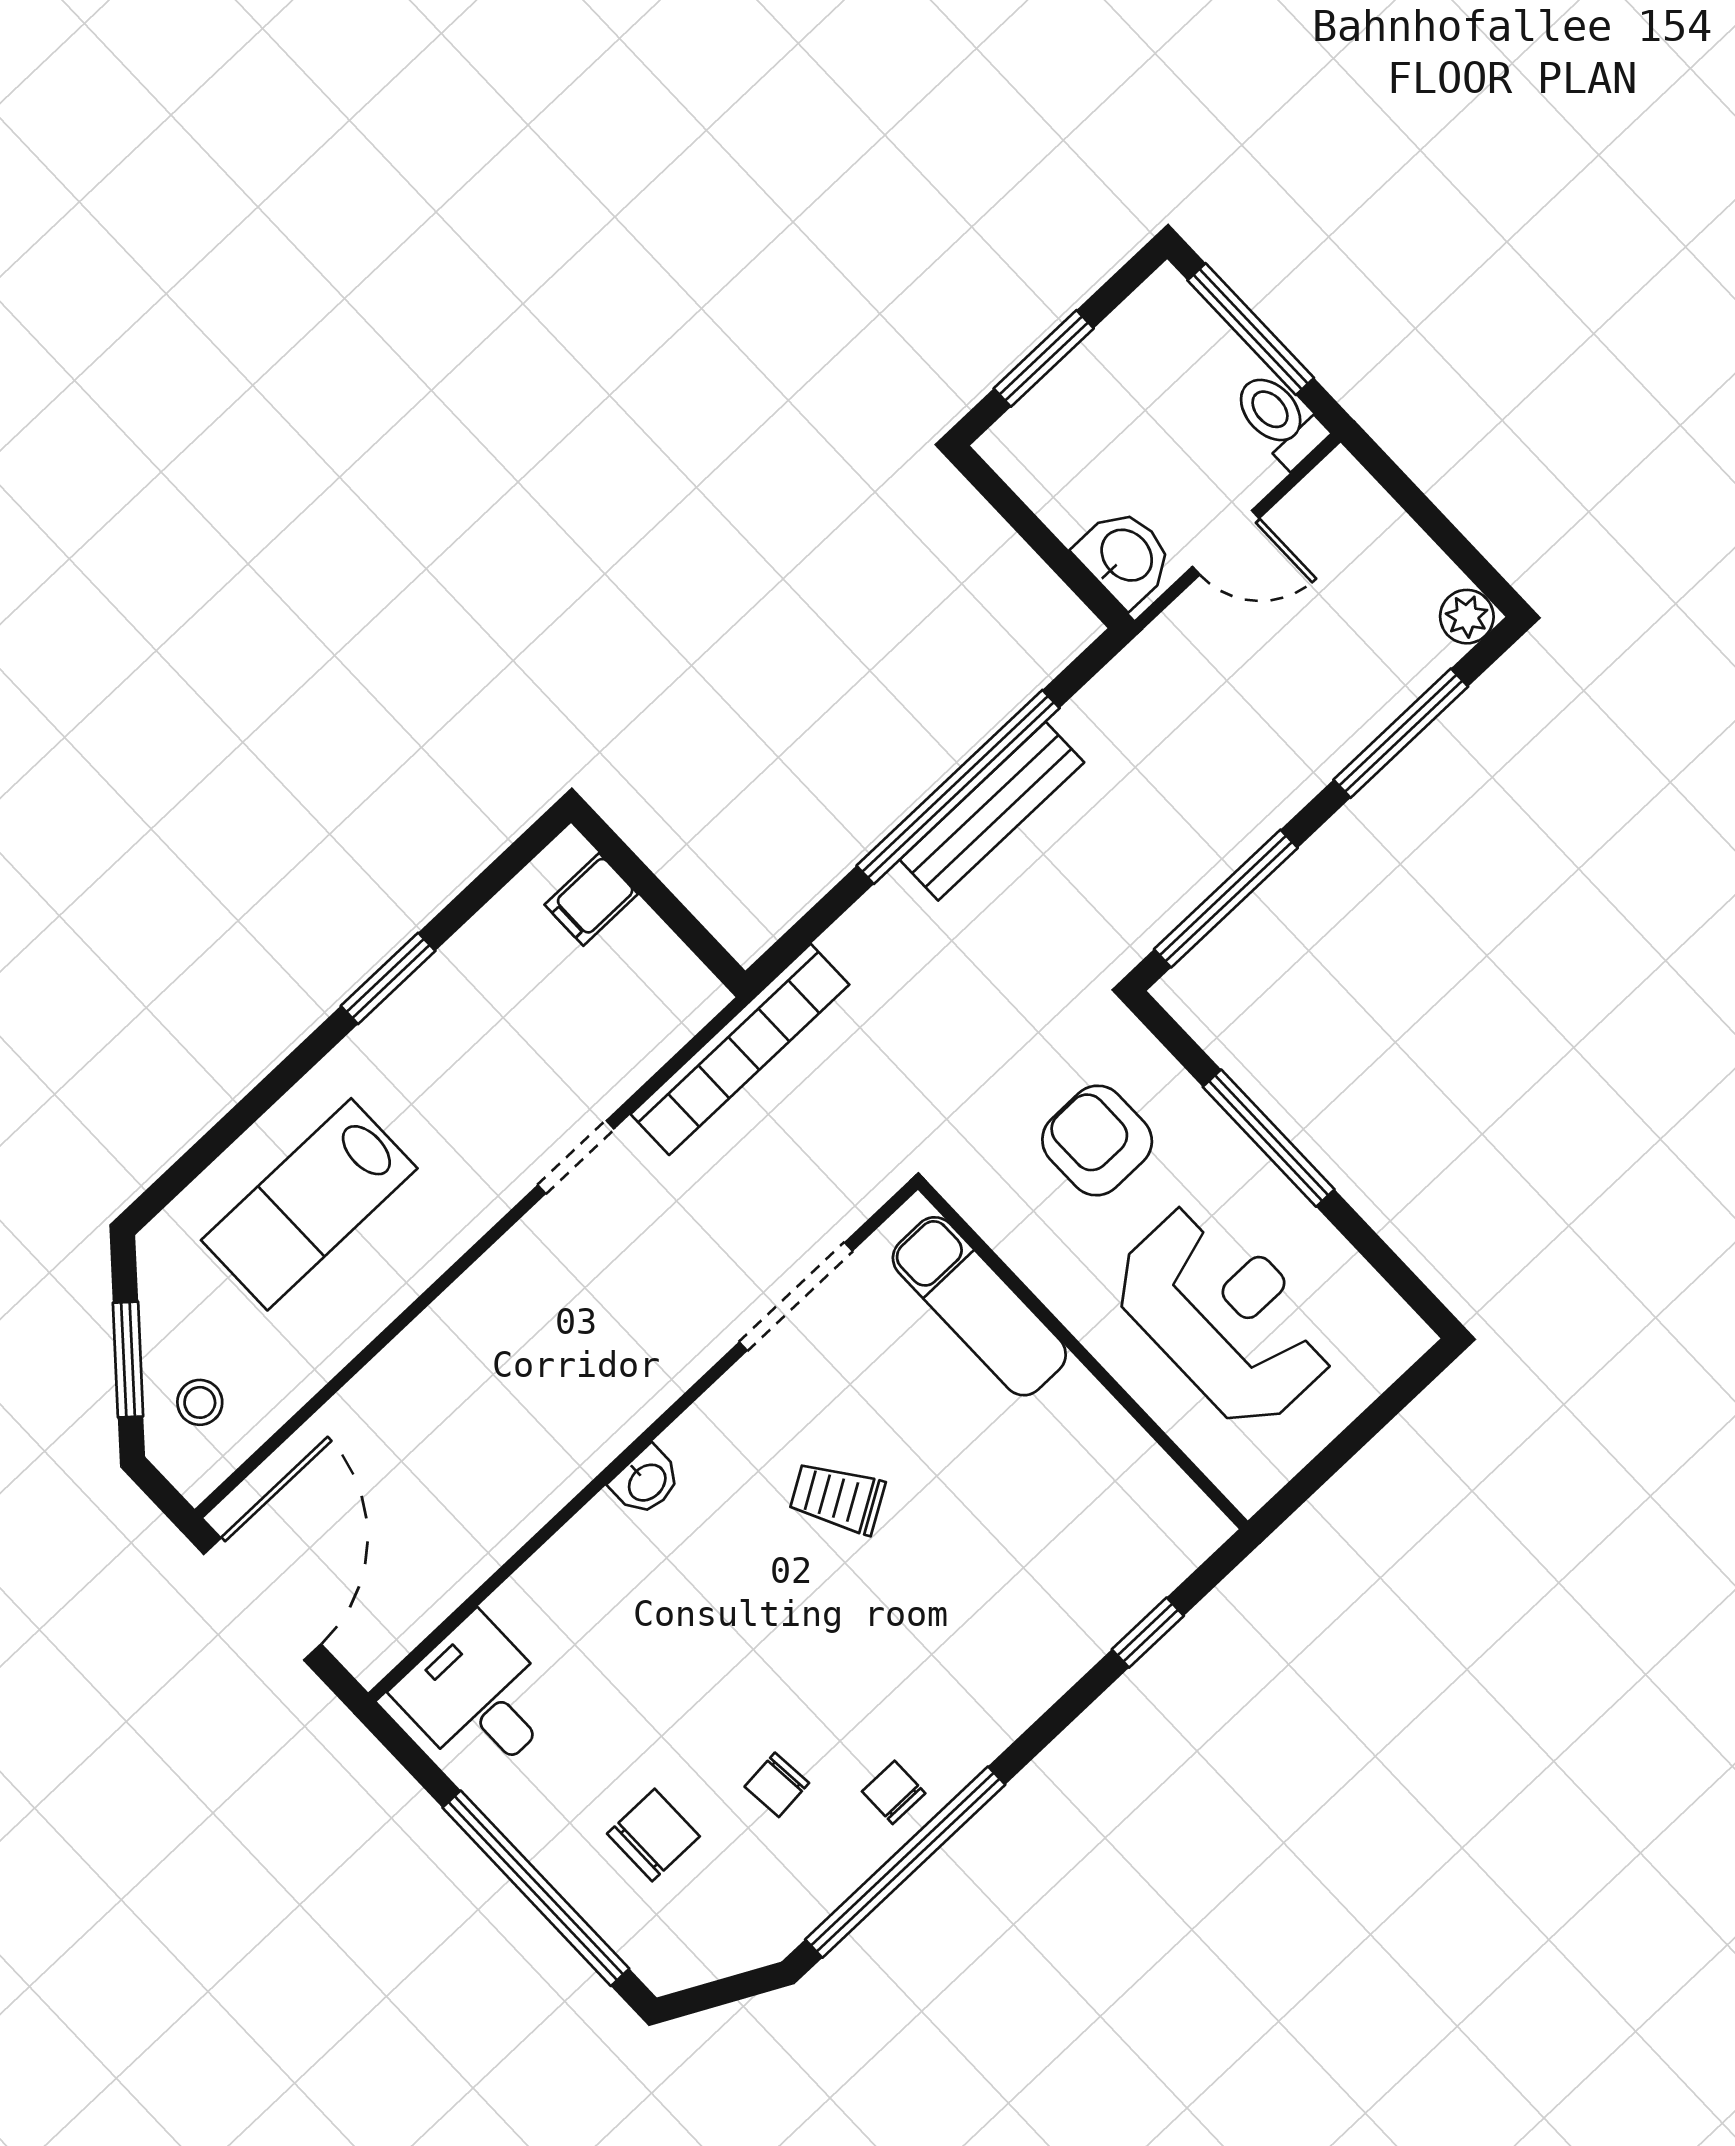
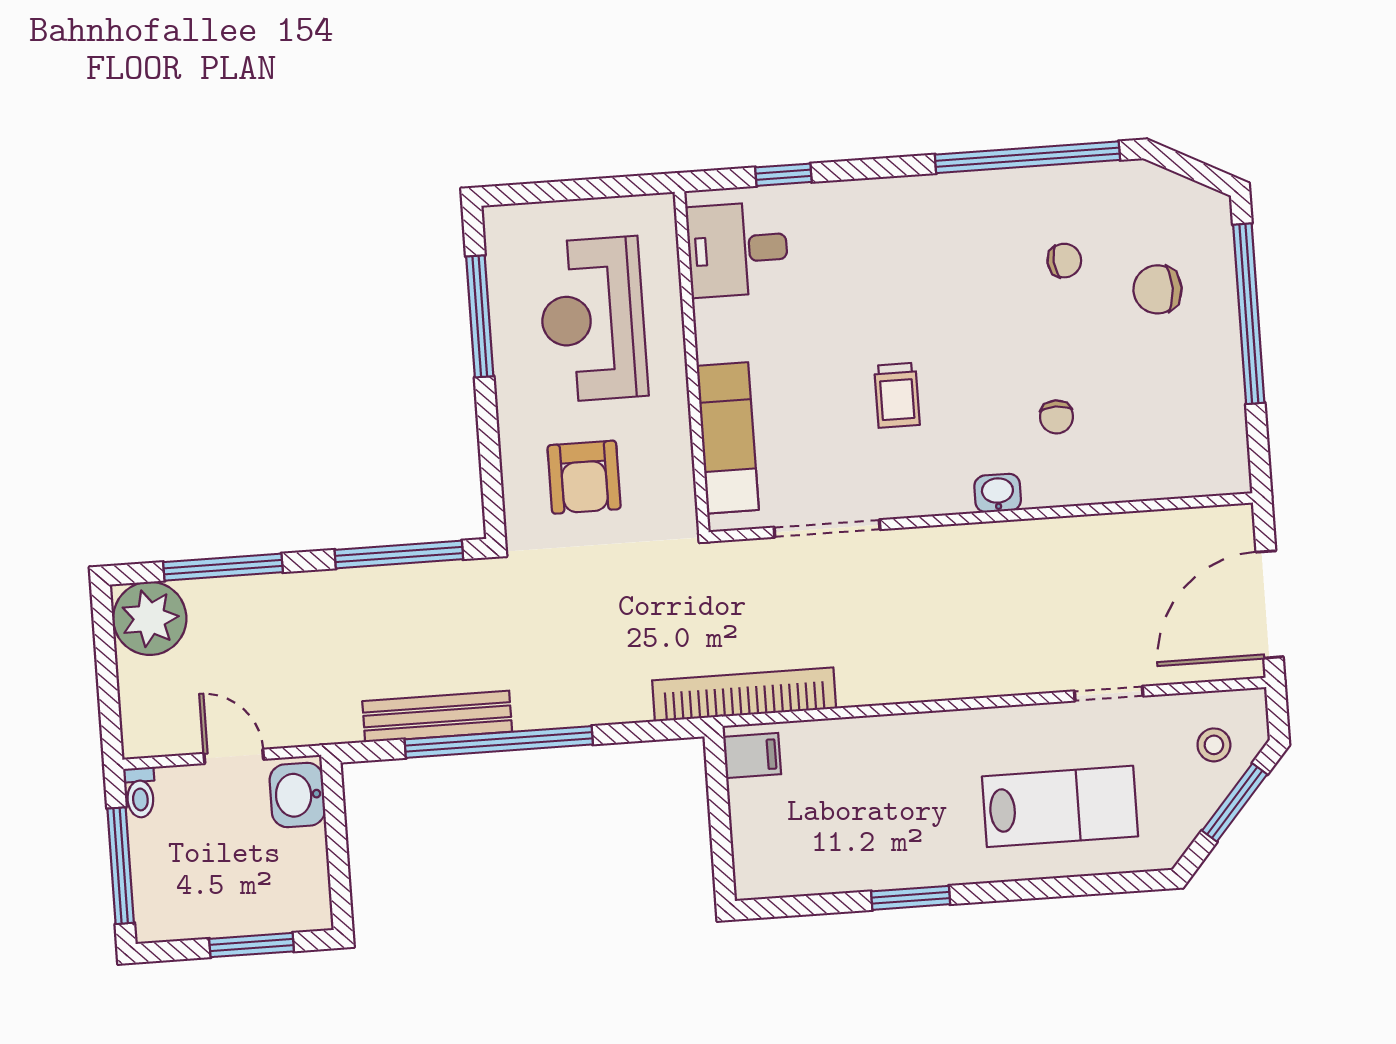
toilet: (1279, 419) -> (140, 793), width x0.73, depth x0.72
plant: (1467, 617) -> (150, 618), width x1.87, depth x1.87
bench: (992, 811) -> (437, 716), moved
filing cabinet: (591, 899) -> (752, 756), moved
window: (1269, 1138) -> (480, 316), moved
doorway: (576, 1157) -> (1109, 694), moved
trolley: (837, 1498) -> (897, 395), turned 31
desk: (478, 1698) -> (737, 249), moved, turned 90
chair: (894, 1792) -> (1056, 417), moved

